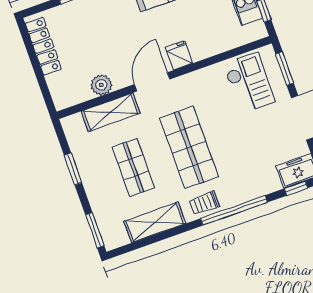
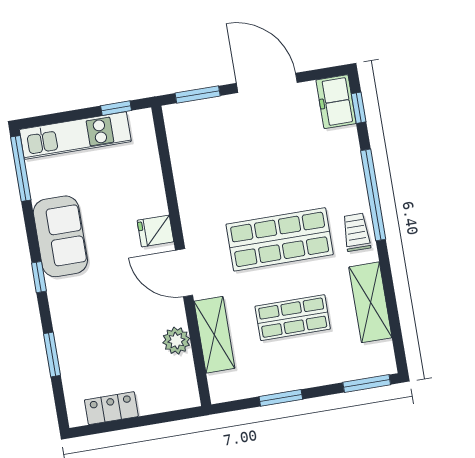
locker: (43, 46) -> (111, 408), width x0.66
checkout: (249, 83) -> (208, 145), removed
trolley: (204, 203) -> (356, 232), turned 180

